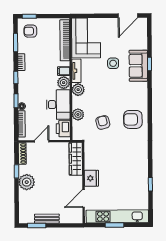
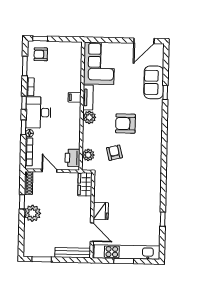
bookcase: (65, 40) -> (77, 65), removed
side table: (113, 63) -> (127, 91), removed
sofa: (138, 66) -> (154, 82), moved
plant: (64, 83) -> (74, 110), removed
desk: (58, 105) -> (38, 112), moved, turned 180
plant: (78, 114) -> (88, 155), moved
armchair: (133, 119) -> (125, 124), moved
door: (42, 141) -> (49, 171), hinge flipped
wardrobe: (76, 159) -> (85, 184), width x0.67
door: (84, 198) -> (92, 232), swing flipped
bench: (47, 219) -> (73, 253), moved, width x1.36

